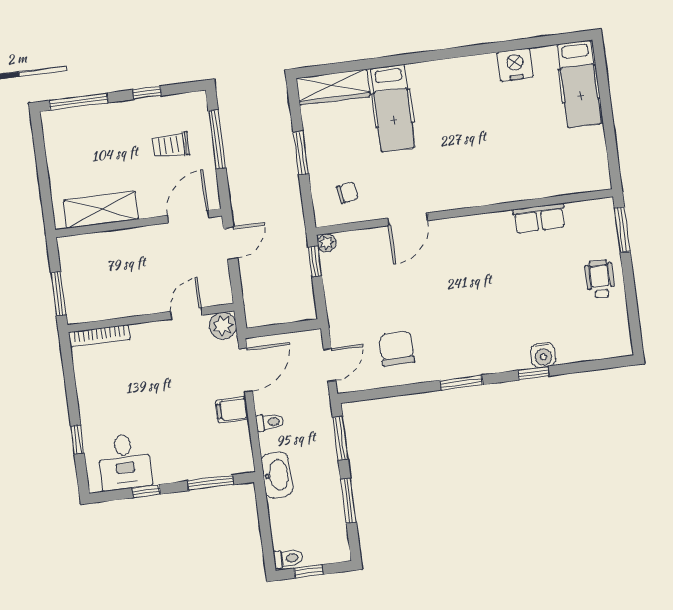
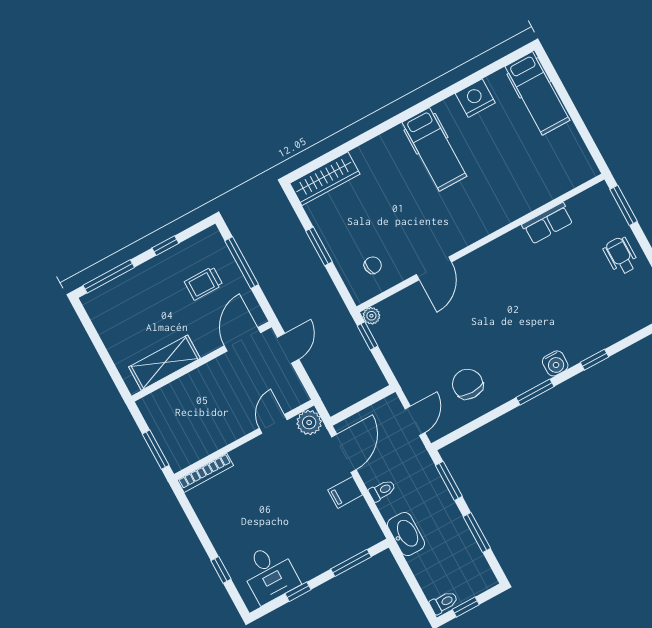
hospital bed: (393, 108) -> (434, 149), moved
water cooler: (543, 355) -> (555, 363), moved

